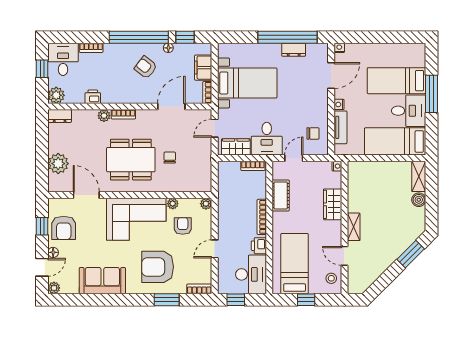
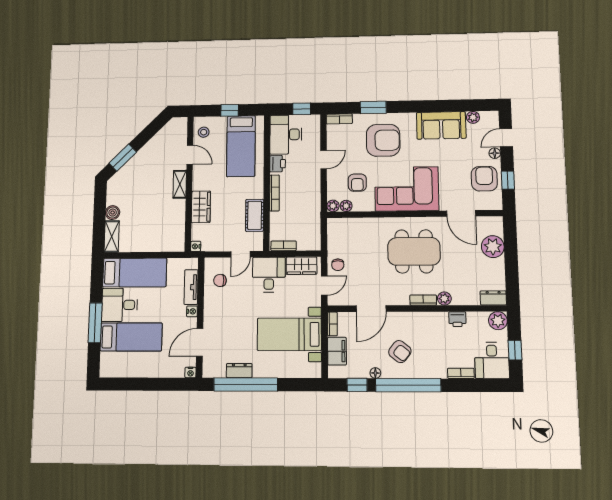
chair: (170, 158) -> (338, 265), moved
plant: (173, 204) -> (346, 206), moved
plant: (54, 288) -> (473, 117), moved

